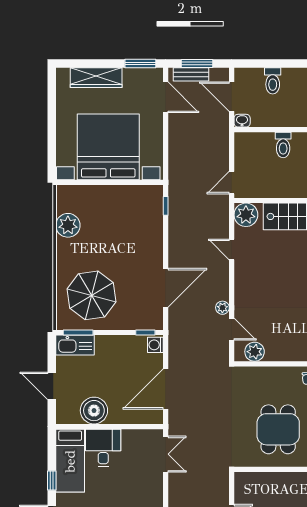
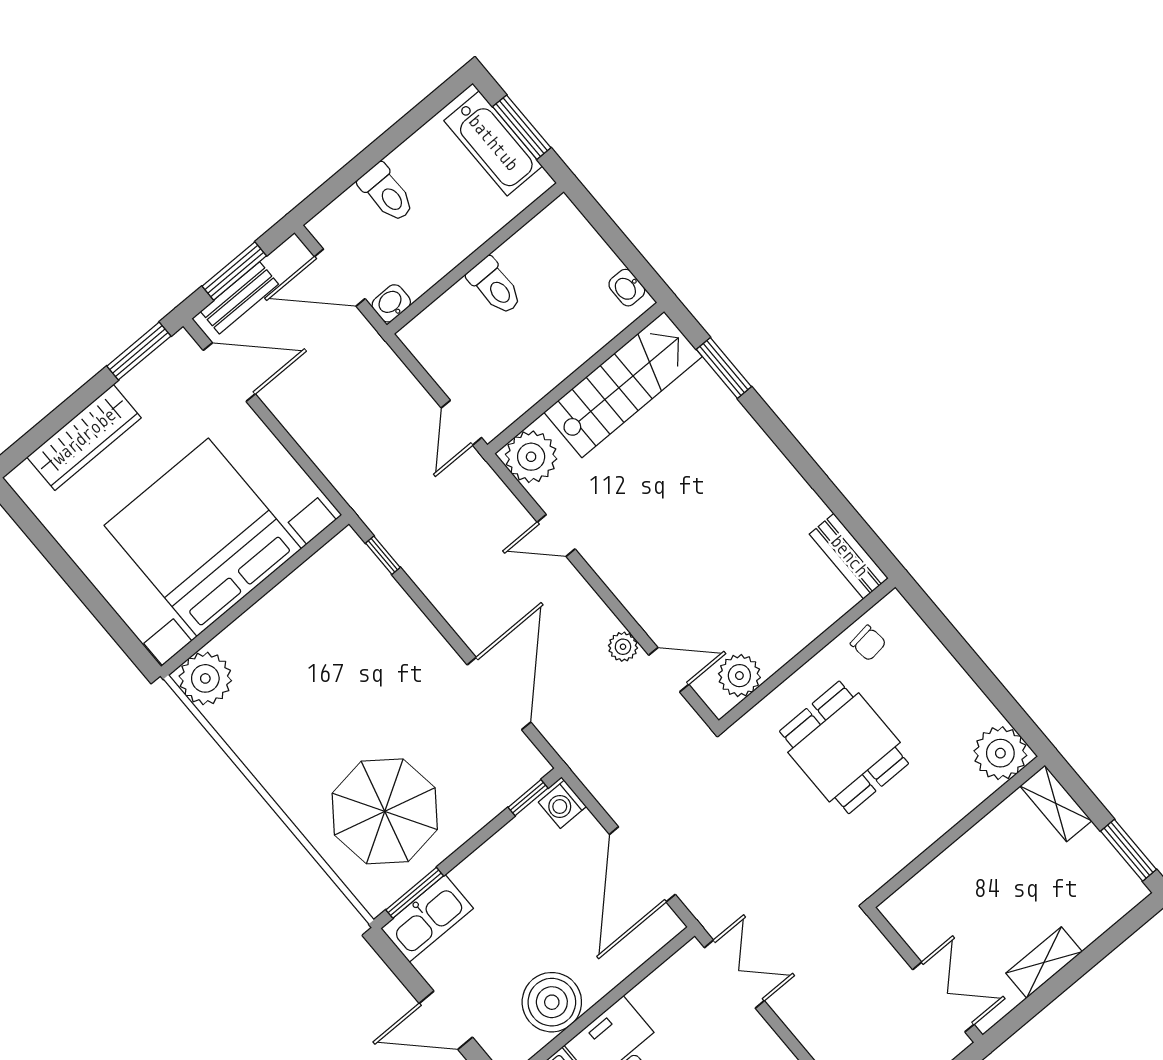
plant: (68, 225) -> (205, 678), moved
dining table: (278, 429) -> (844, 747), moved

